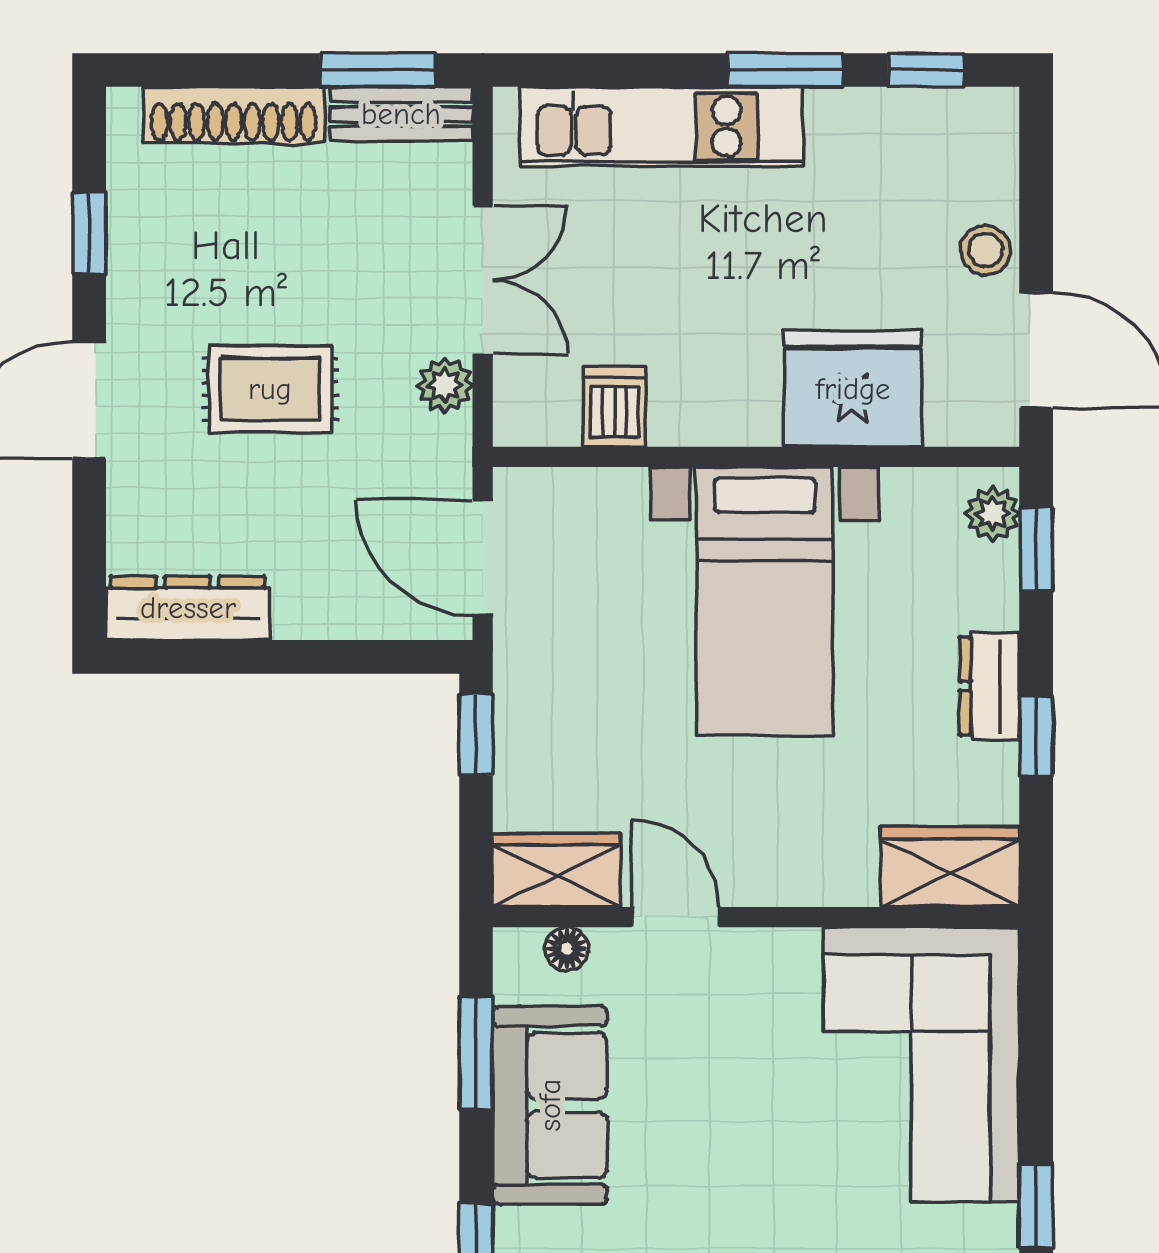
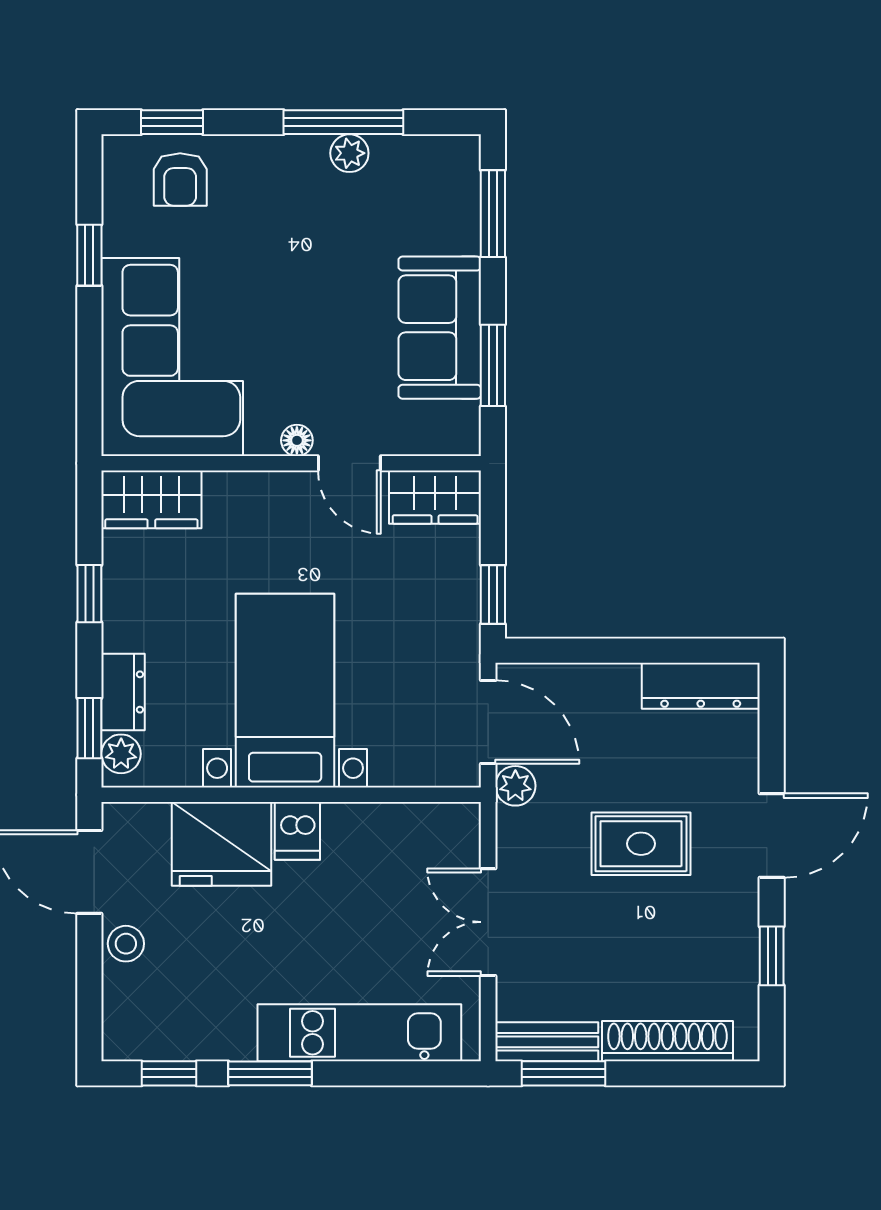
plant: (445, 385) -> (515, 786), moved
dishwasher: (615, 407) -> (297, 831), moved
dresser: (989, 686) -> (123, 692), moved
floor lamp: (567, 949) -> (297, 440), moved

